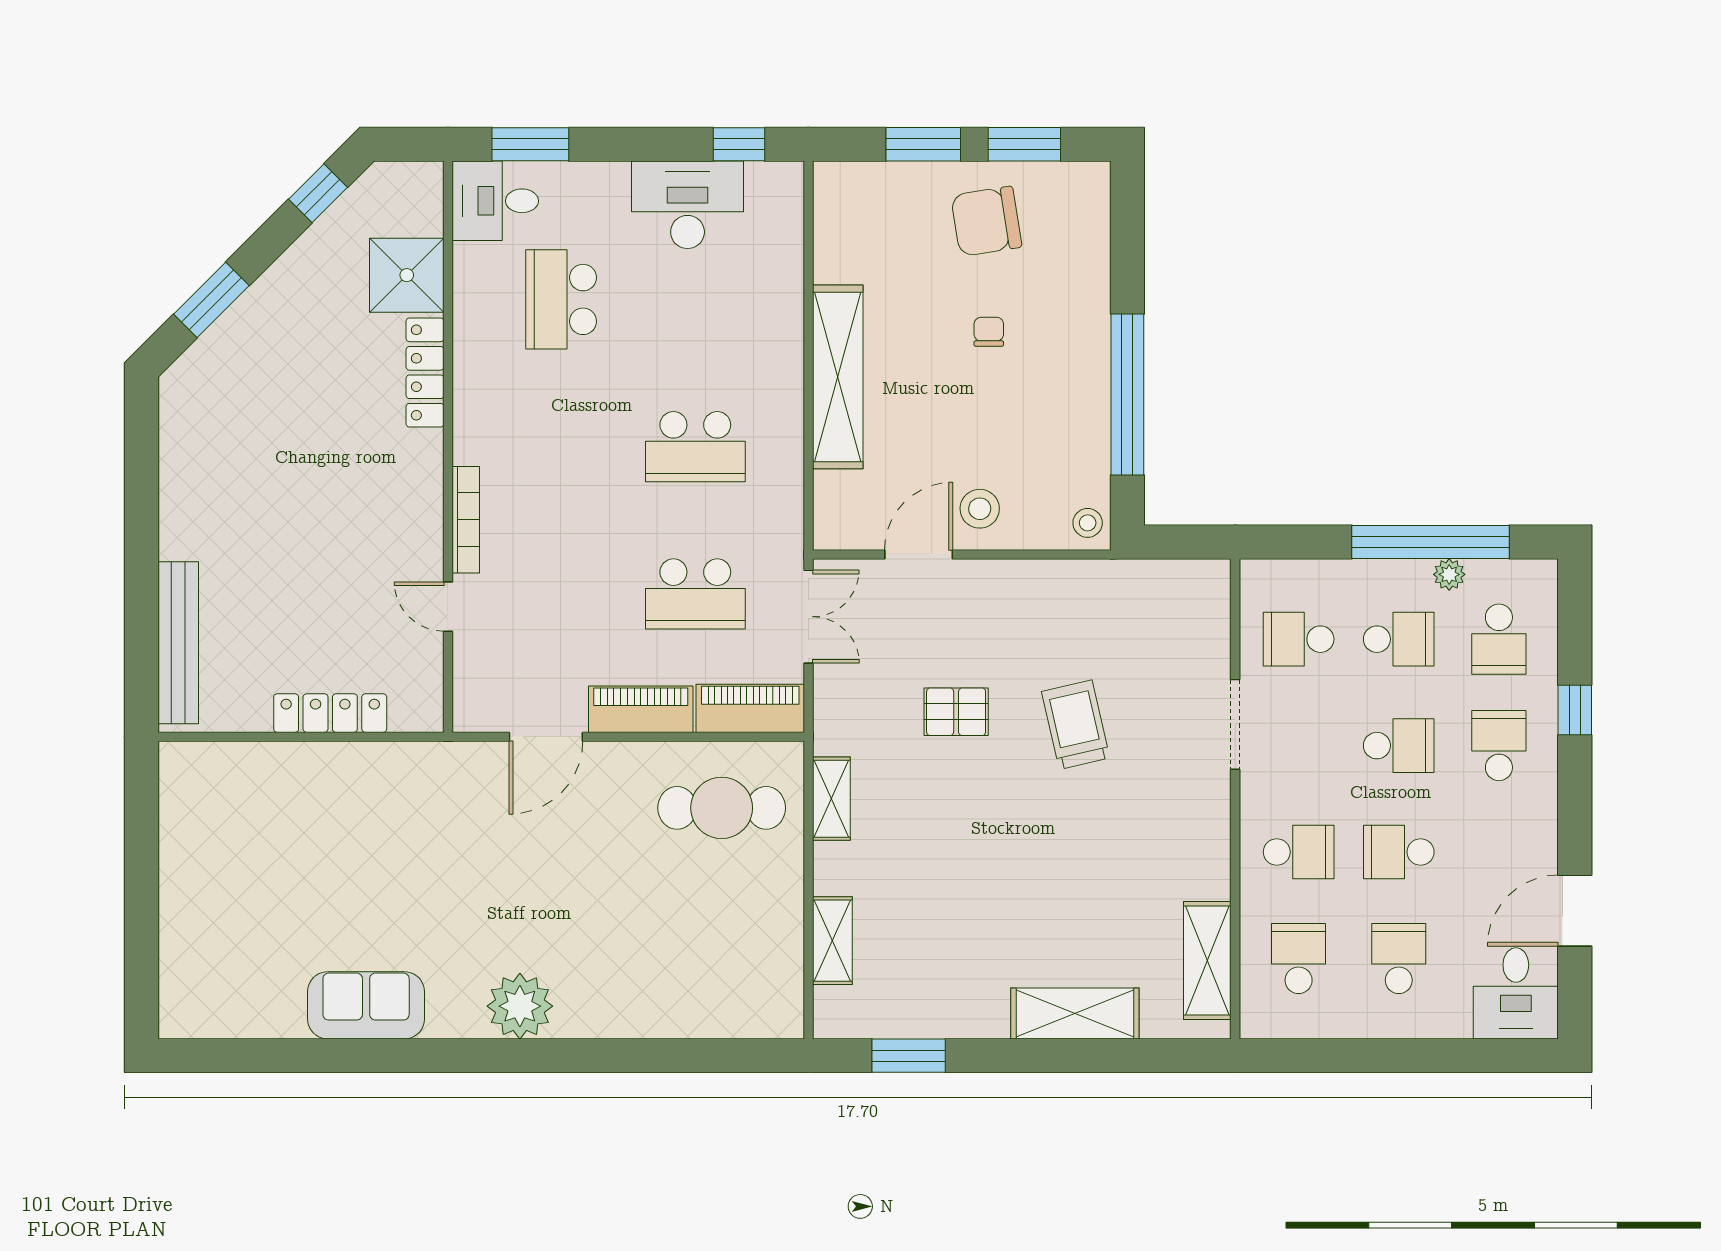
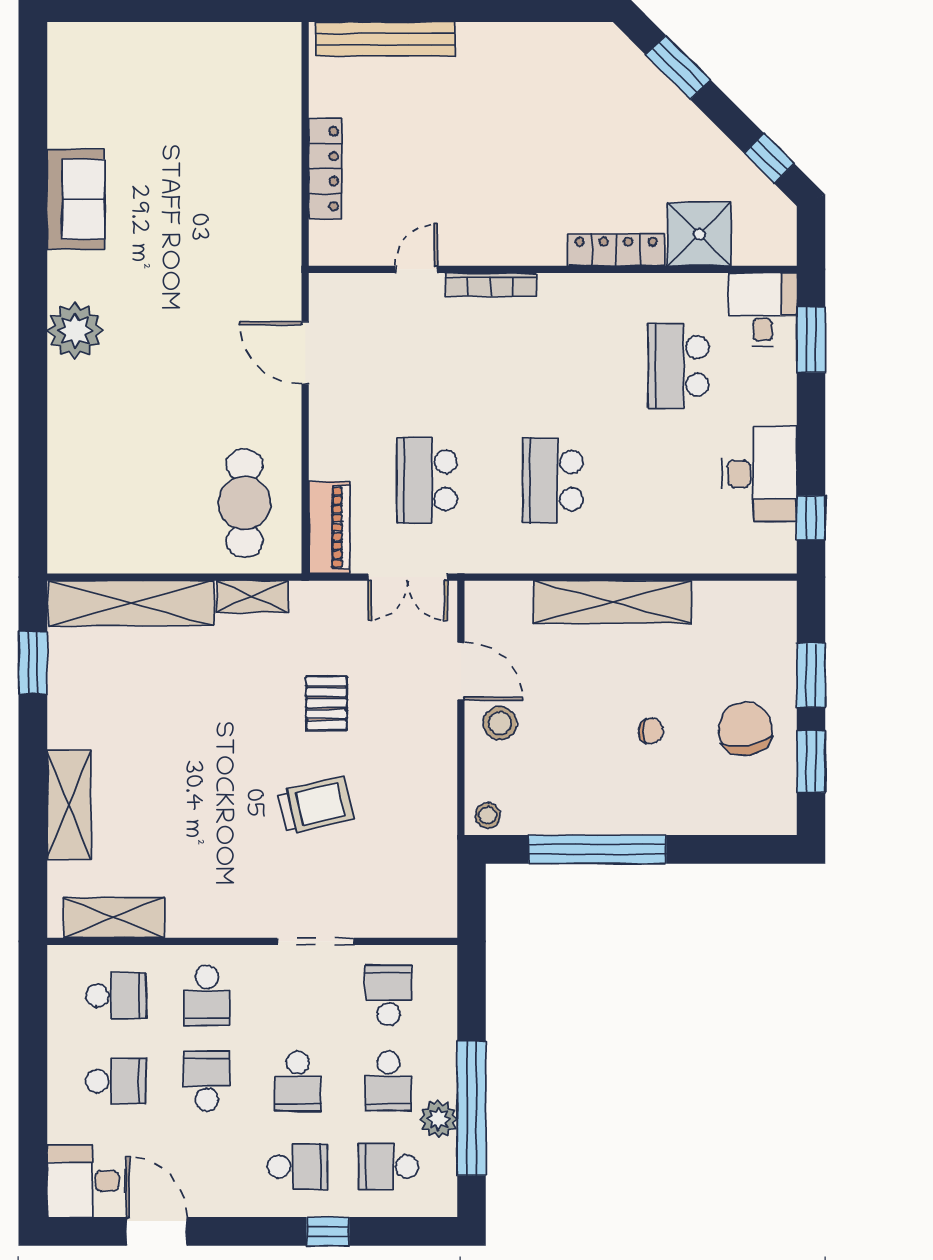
school desk: (561, 299) -> (679, 366), turned -90
plant: (1449, 574) -> (439, 1119), width x1.38, depth x1.38
piano: (641, 709) -> (329, 434), removed
shelving: (832, 941) -> (131, 603), width x2.20, depth x1.33

